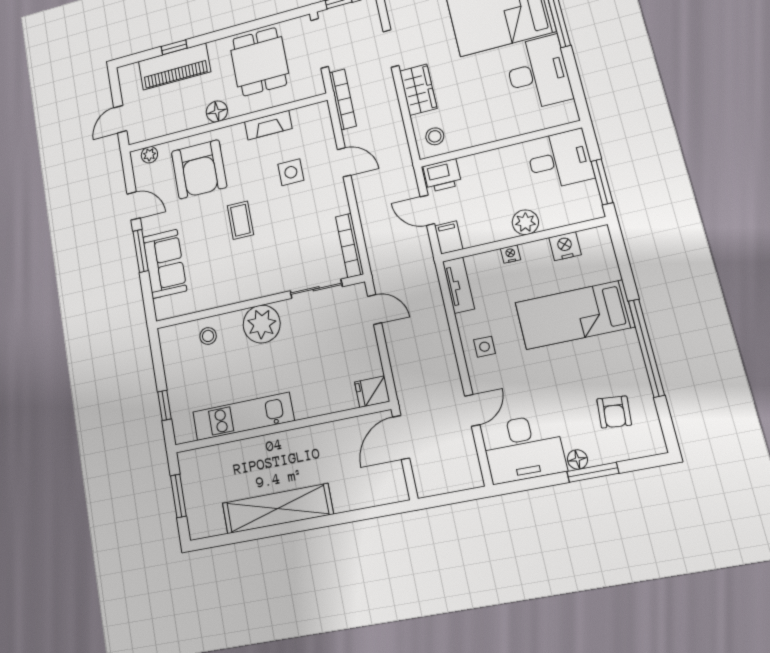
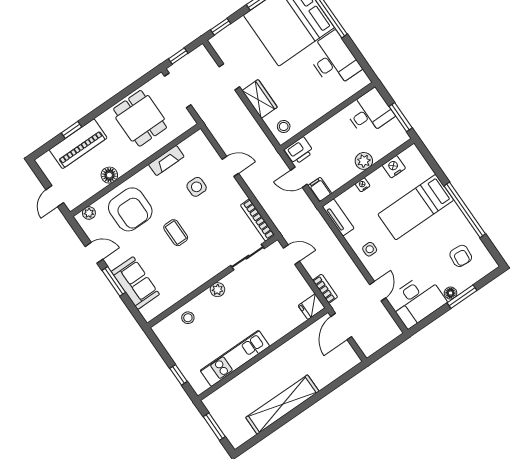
bookcase: (343, 99) -> (325, 289), moved, width x0.64
floor lamp: (217, 111) -> (109, 175), moved
plant: (262, 324) -> (217, 290), width x0.53, depth x0.53

